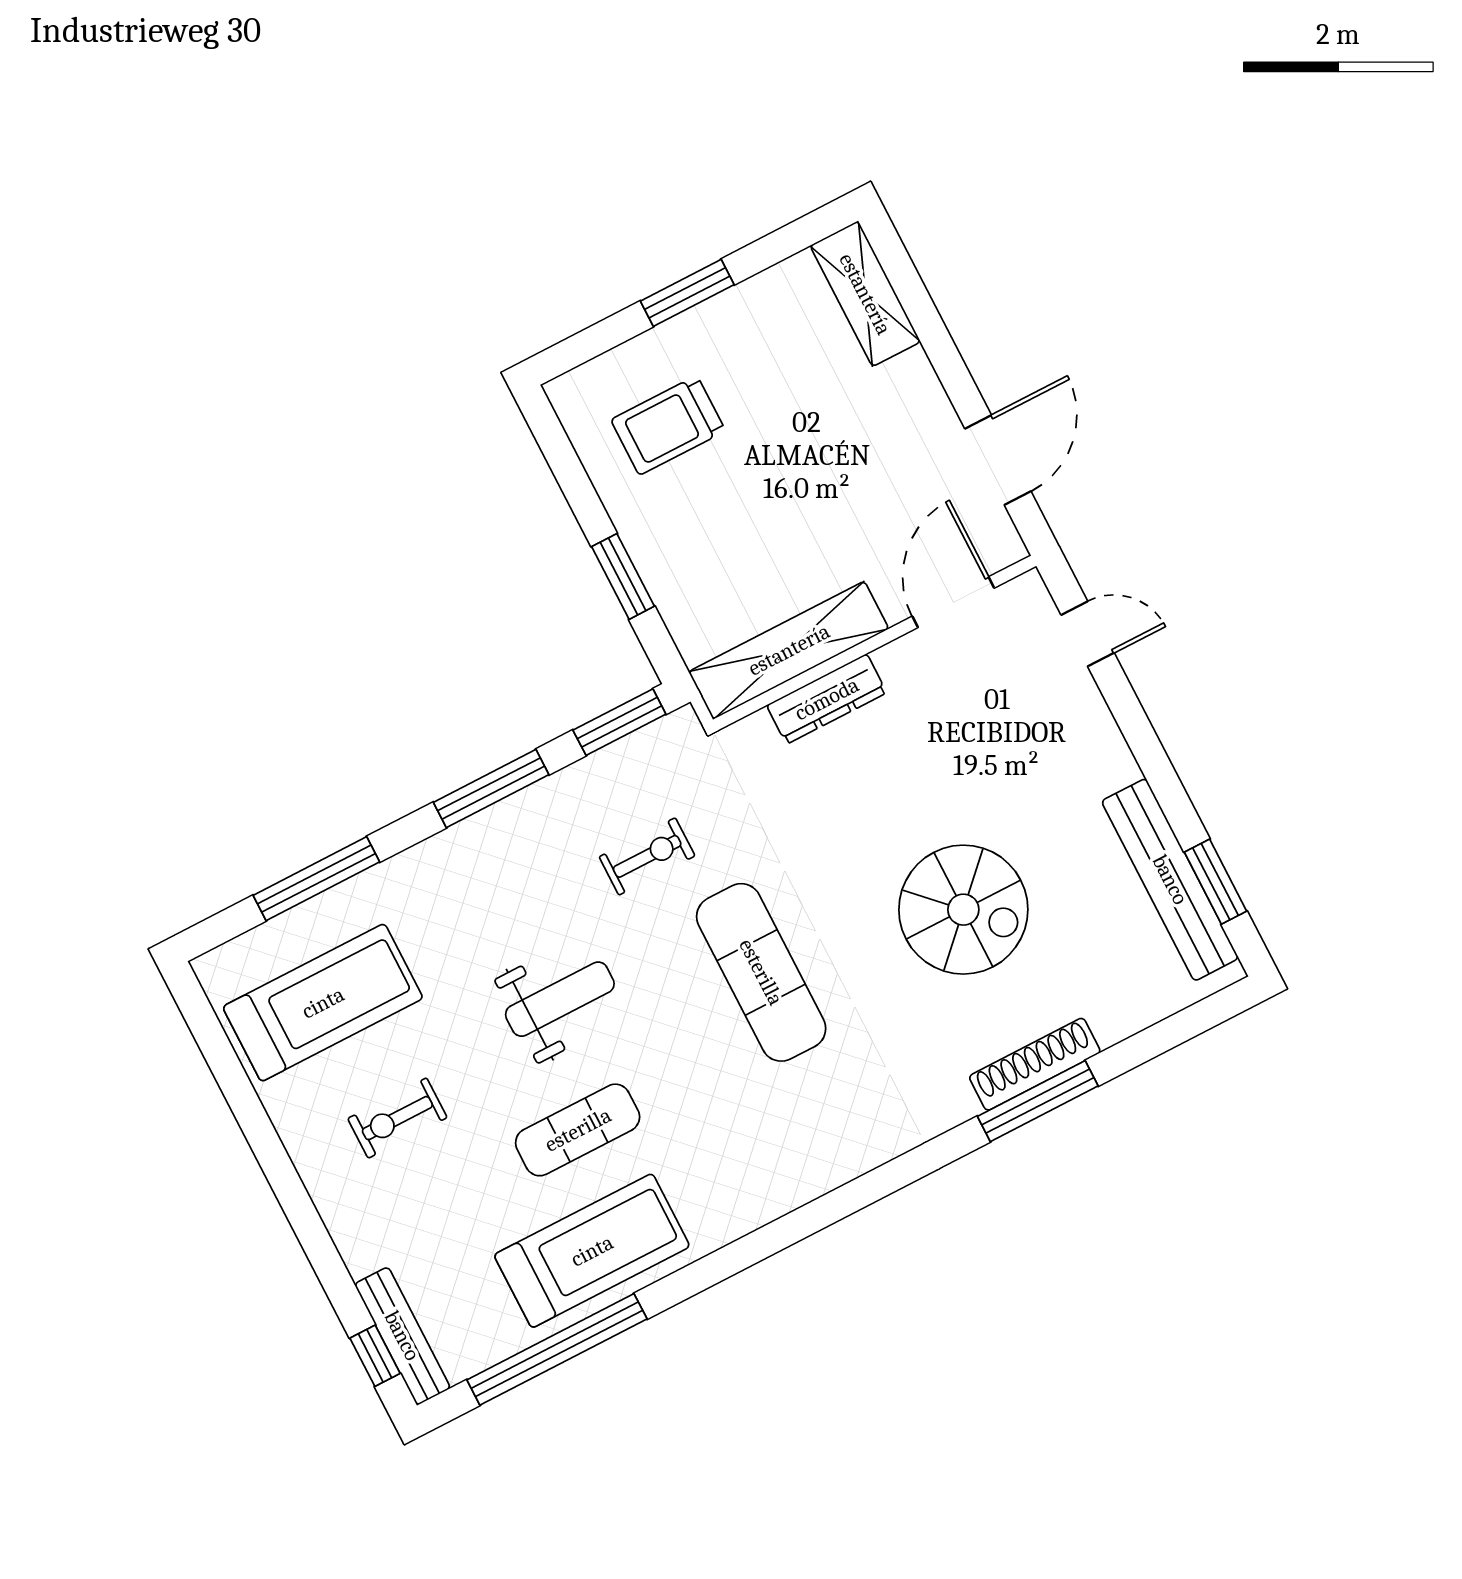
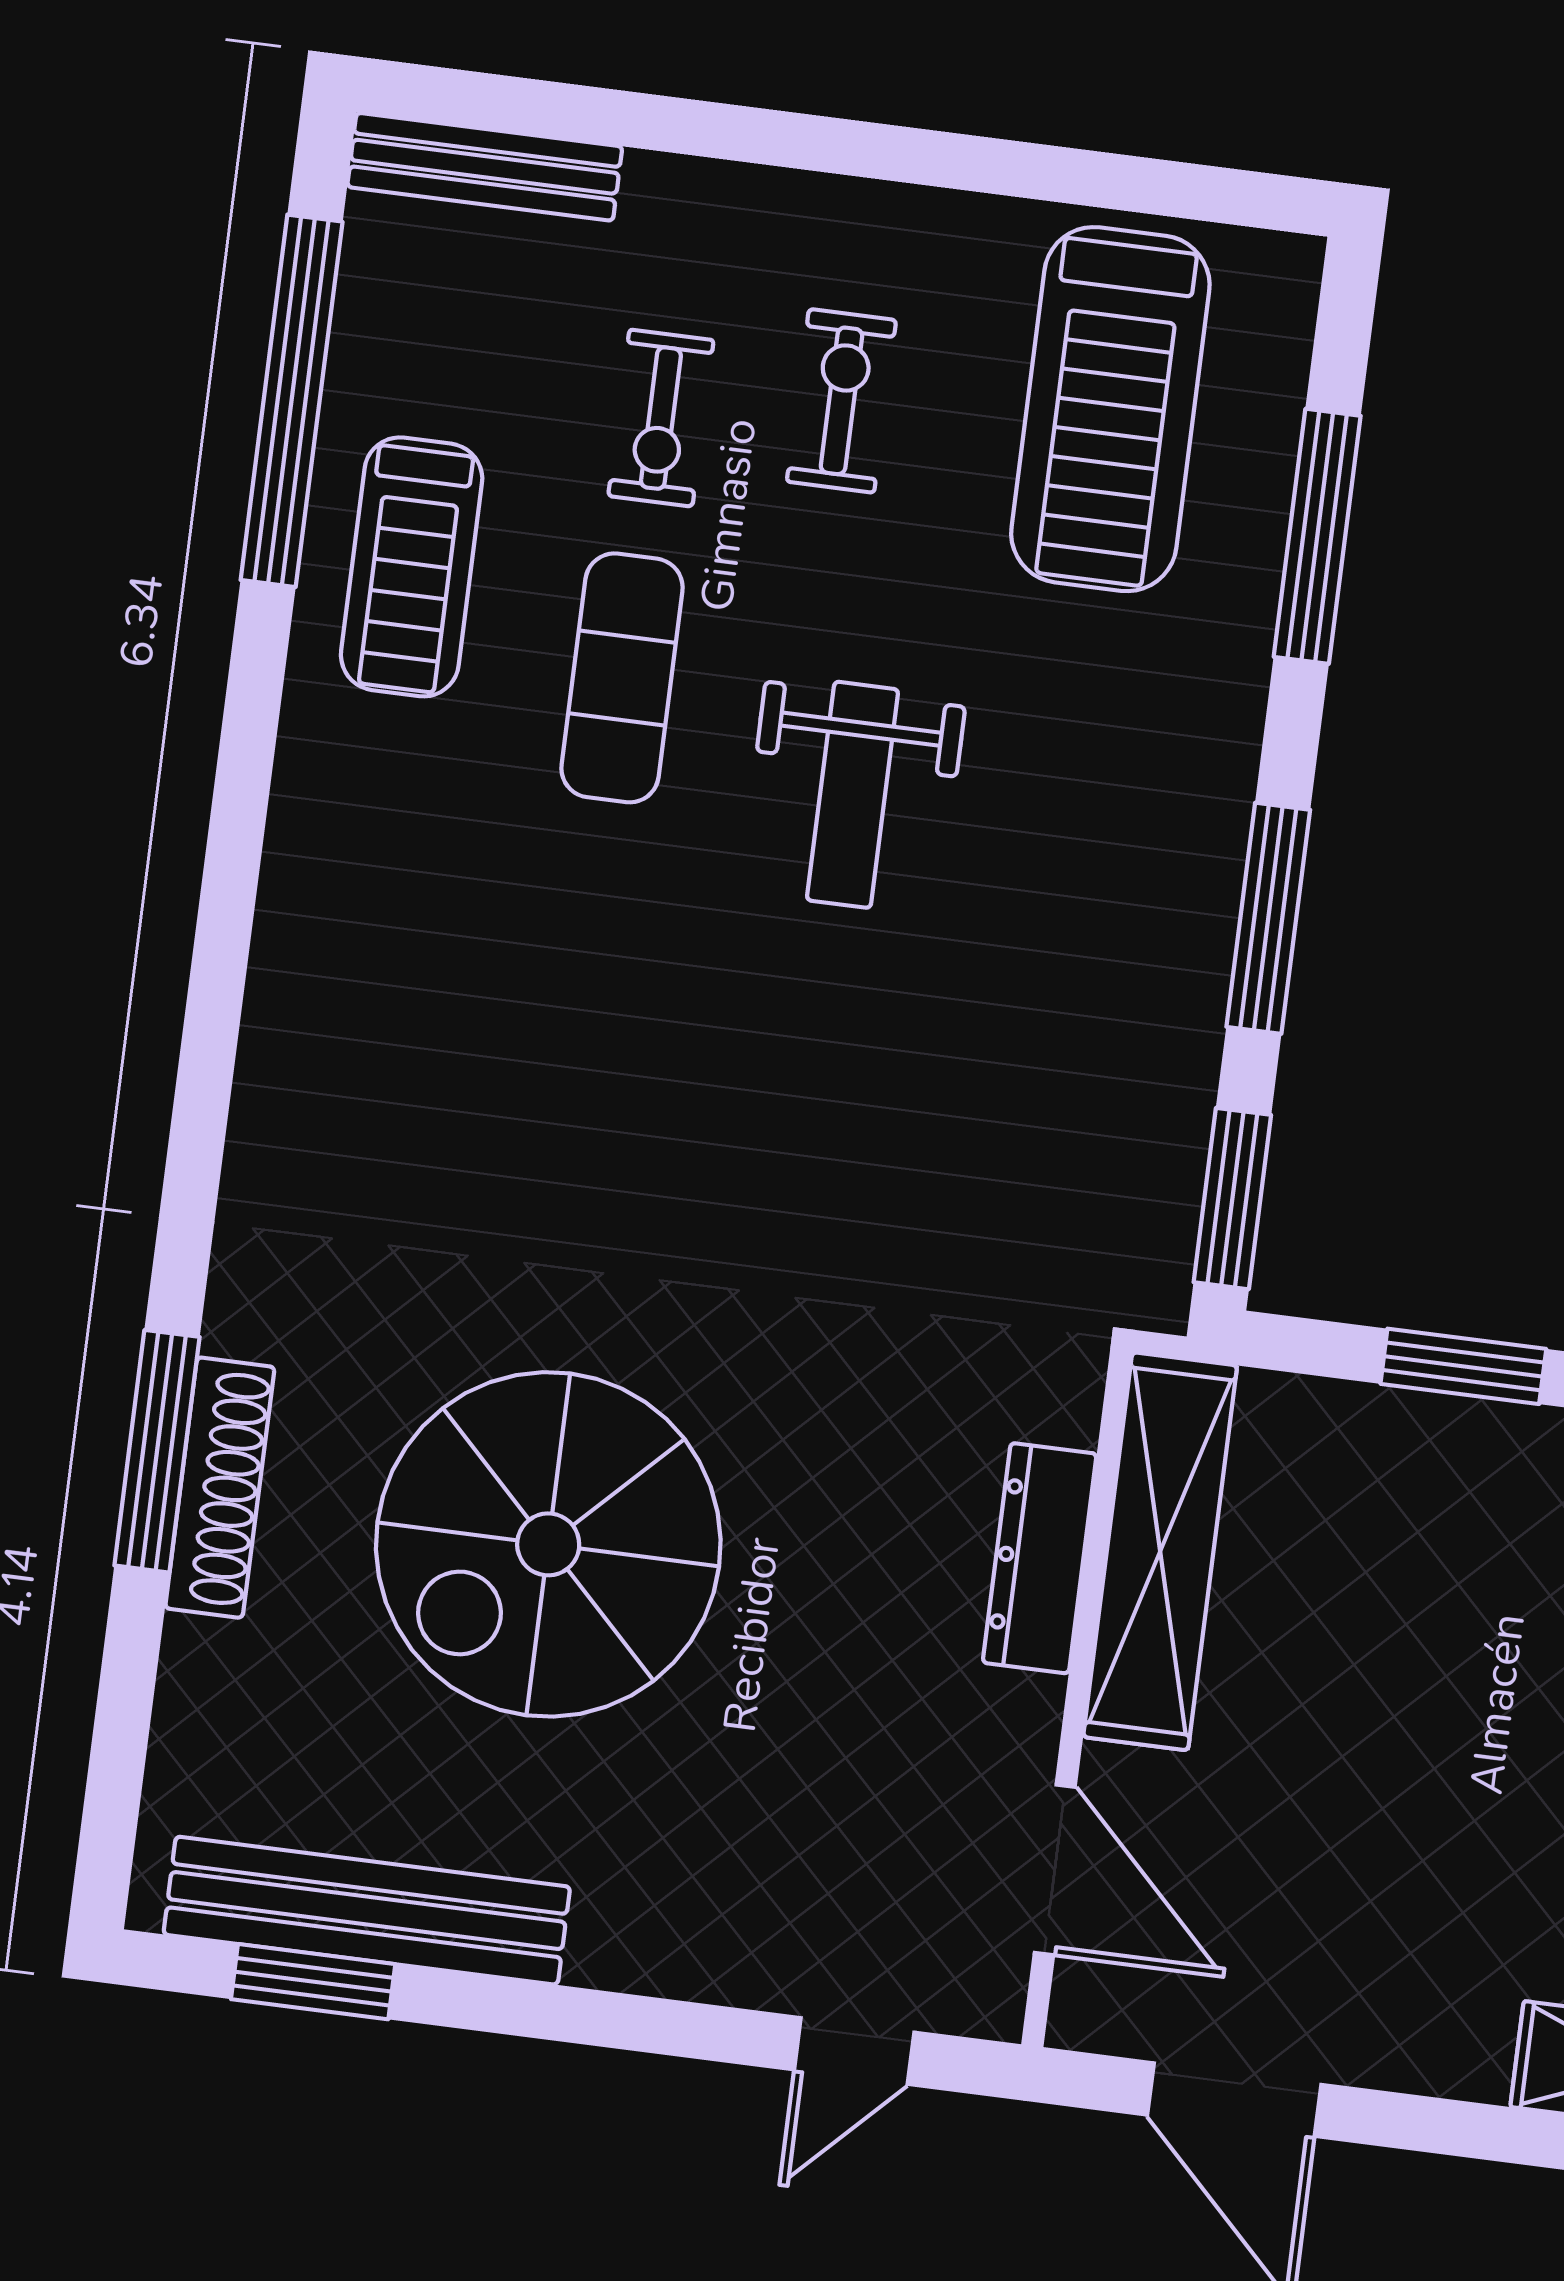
exercise bike: (647, 856) -> (661, 418), moved
spiral stairs: (963, 910) -> (548, 1544), width x1.37, depth x1.37
exercise mat: (761, 972) -> (672, 1149), removed
treadmill: (592, 1251) -> (412, 567), width x0.73, depth x0.73
window: (375, 1356) -> (483, 101), removed

